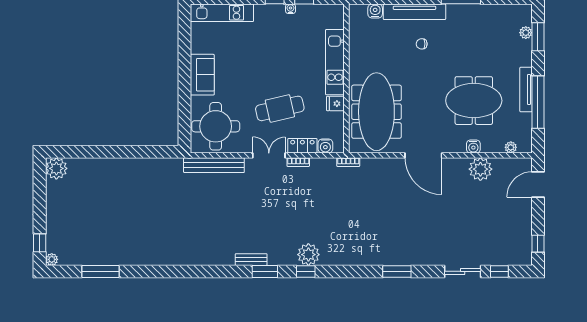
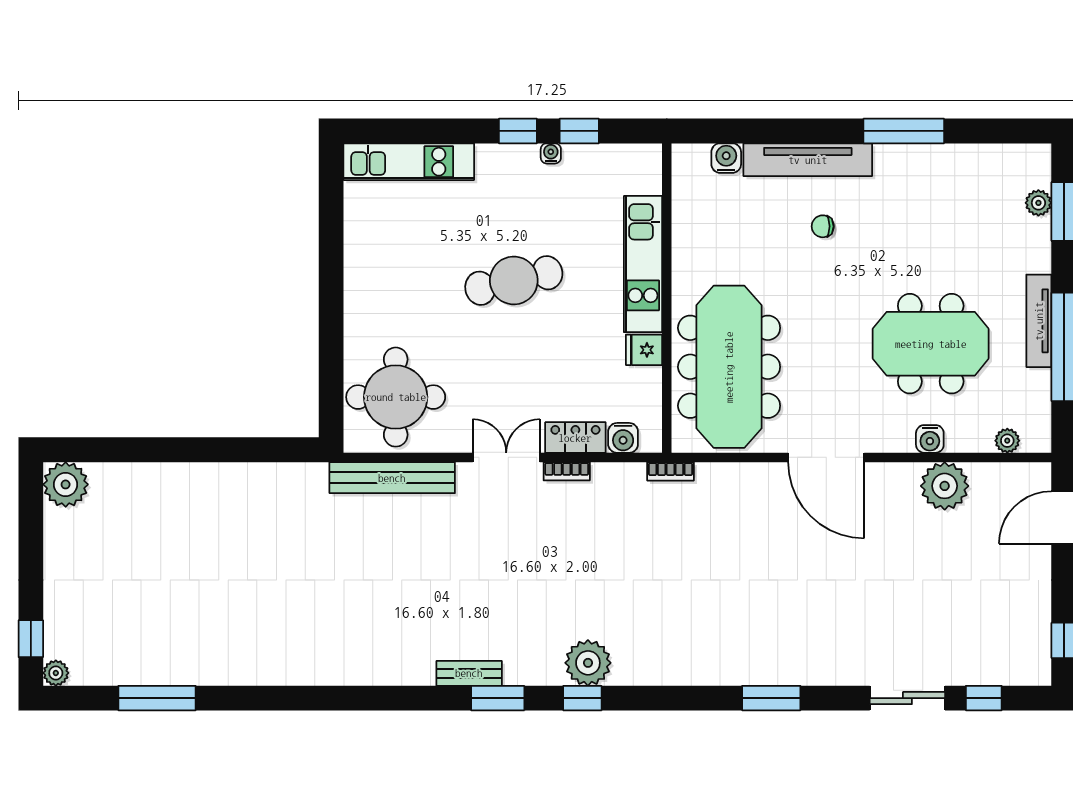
sofa: (202, 75) -> (368, 290), removed
cafe table: (280, 108) -> (514, 280), moved

